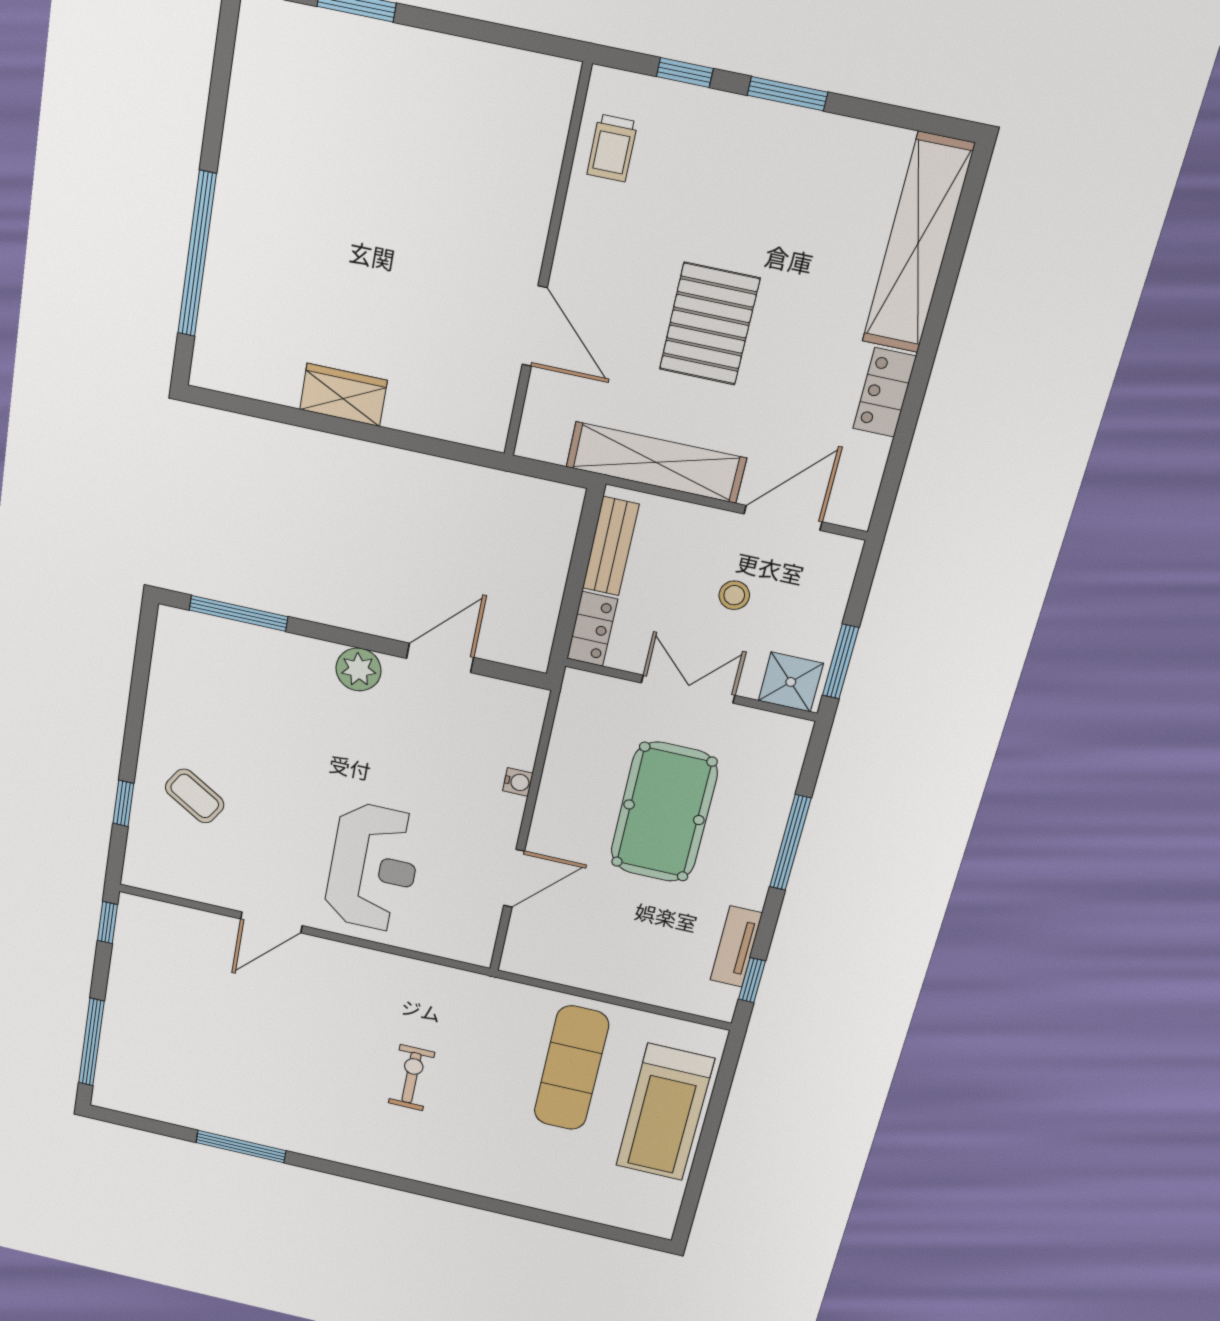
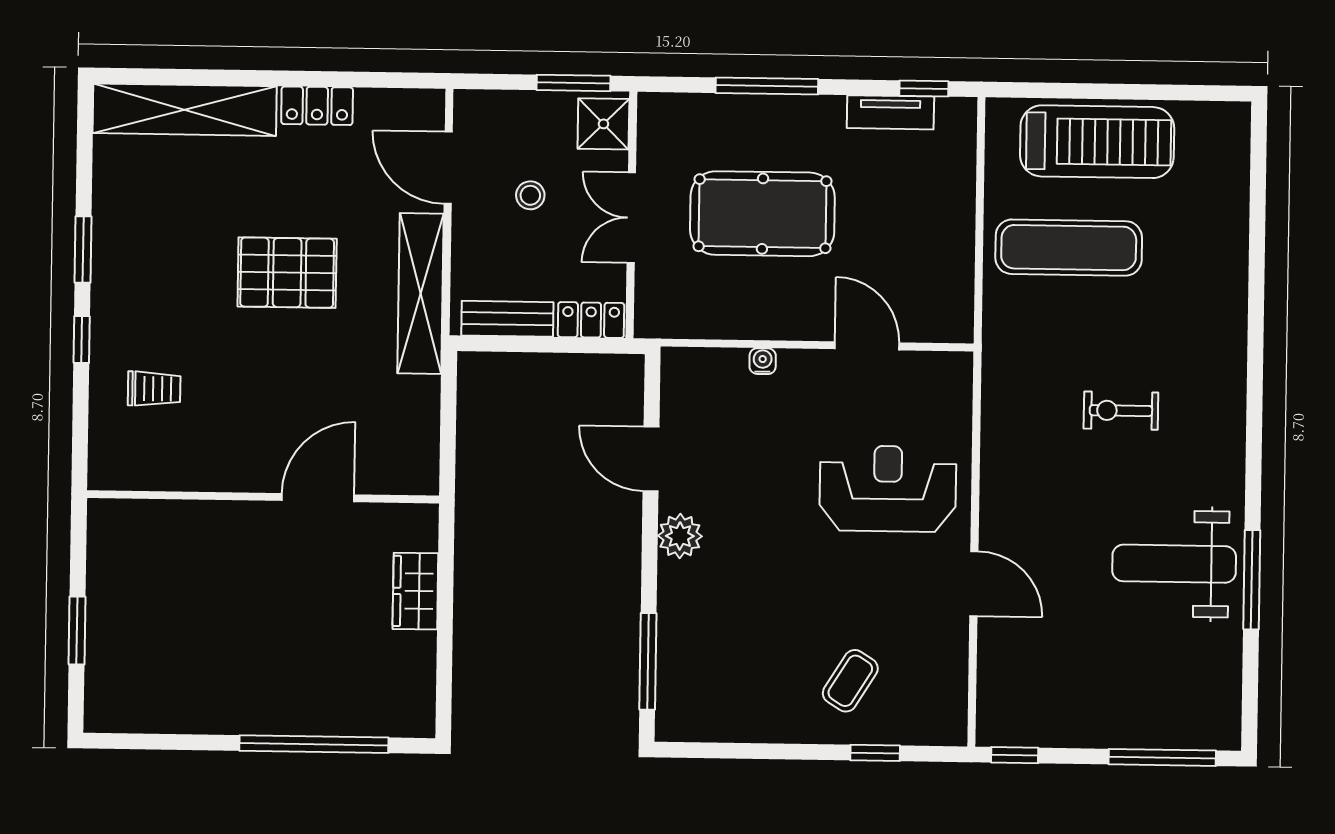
wall: (547, 266) -> (263, 497), moved
door: (535, 326) -> (318, 498), moved
weight bench: (265, 1090) -> (1174, 564), added

